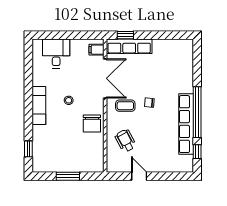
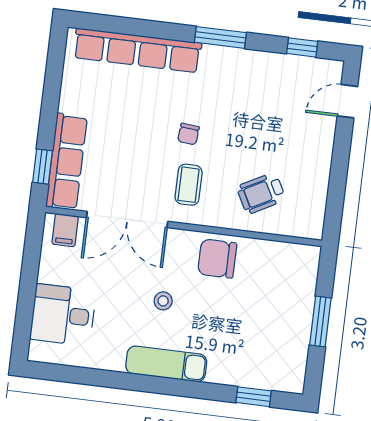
double door: (105, 78) -> (127, 219), swing flipped
window: (197, 112) -> (220, 37), width x0.47
chair: (92, 124) -> (217, 259), turned 180
row of seats: (186, 124) -> (137, 50), moved
door: (139, 176) -> (347, 101), moved

